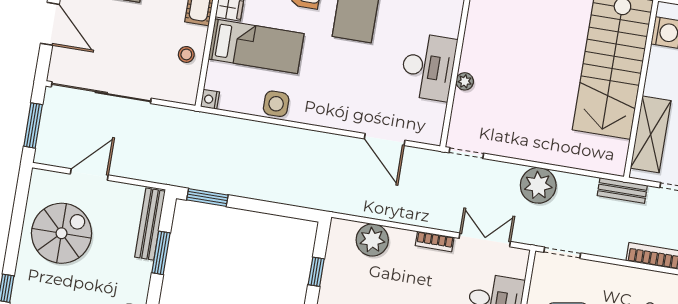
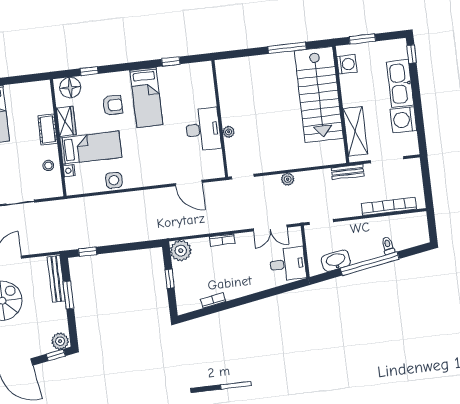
nightstand: (210, 99) -> (69, 171), moved
plant: (538, 185) -> (288, 179), width x0.53, depth x0.53
window: (207, 197) -> (88, 252), width x0.67
plant: (372, 240) -> (181, 251), moved
double door: (485, 240) -> (270, 228), swing flipped
bookcase: (435, 241) -> (222, 240), moved

